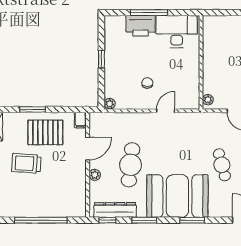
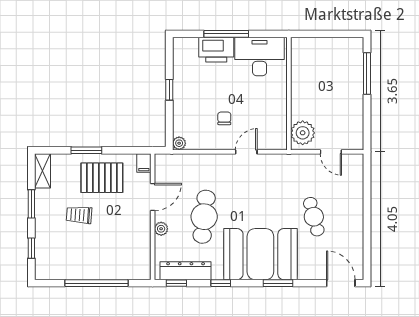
plant: (208, 100) -> (303, 133), width x1.88, depth x1.88
trolley: (26, 163) -> (79, 215), width x0.73, depth x0.72
window: (144, 220) -> (221, 283), width x0.67

